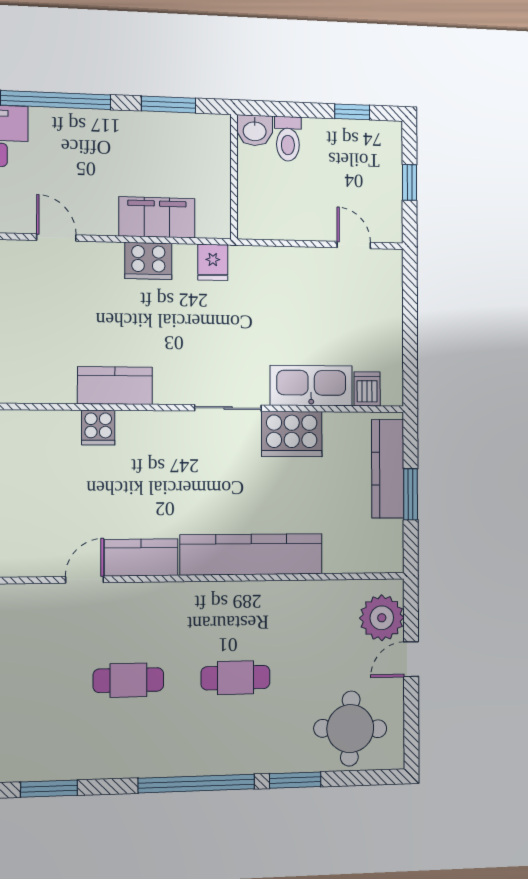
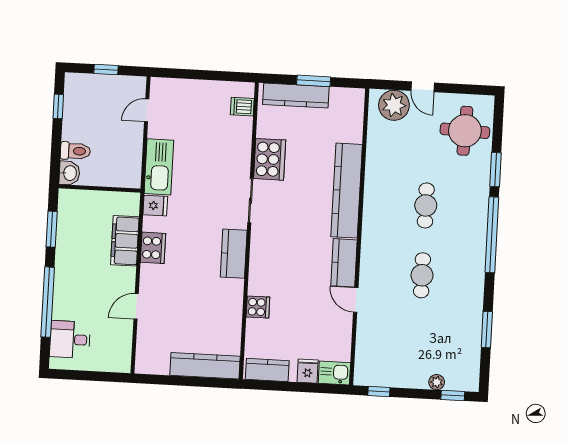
kitchen counter: (115, 386) -> (234, 254), moved
kitchen sink: (311, 386) -> (159, 167), moved, turned 180
cooker: (98, 428) -> (258, 307), moved

